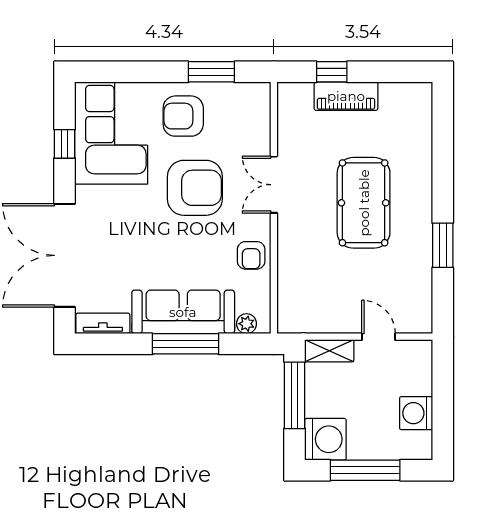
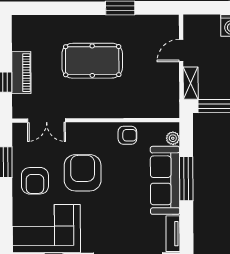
double door: (274, 185) -> (47, 120), moved

